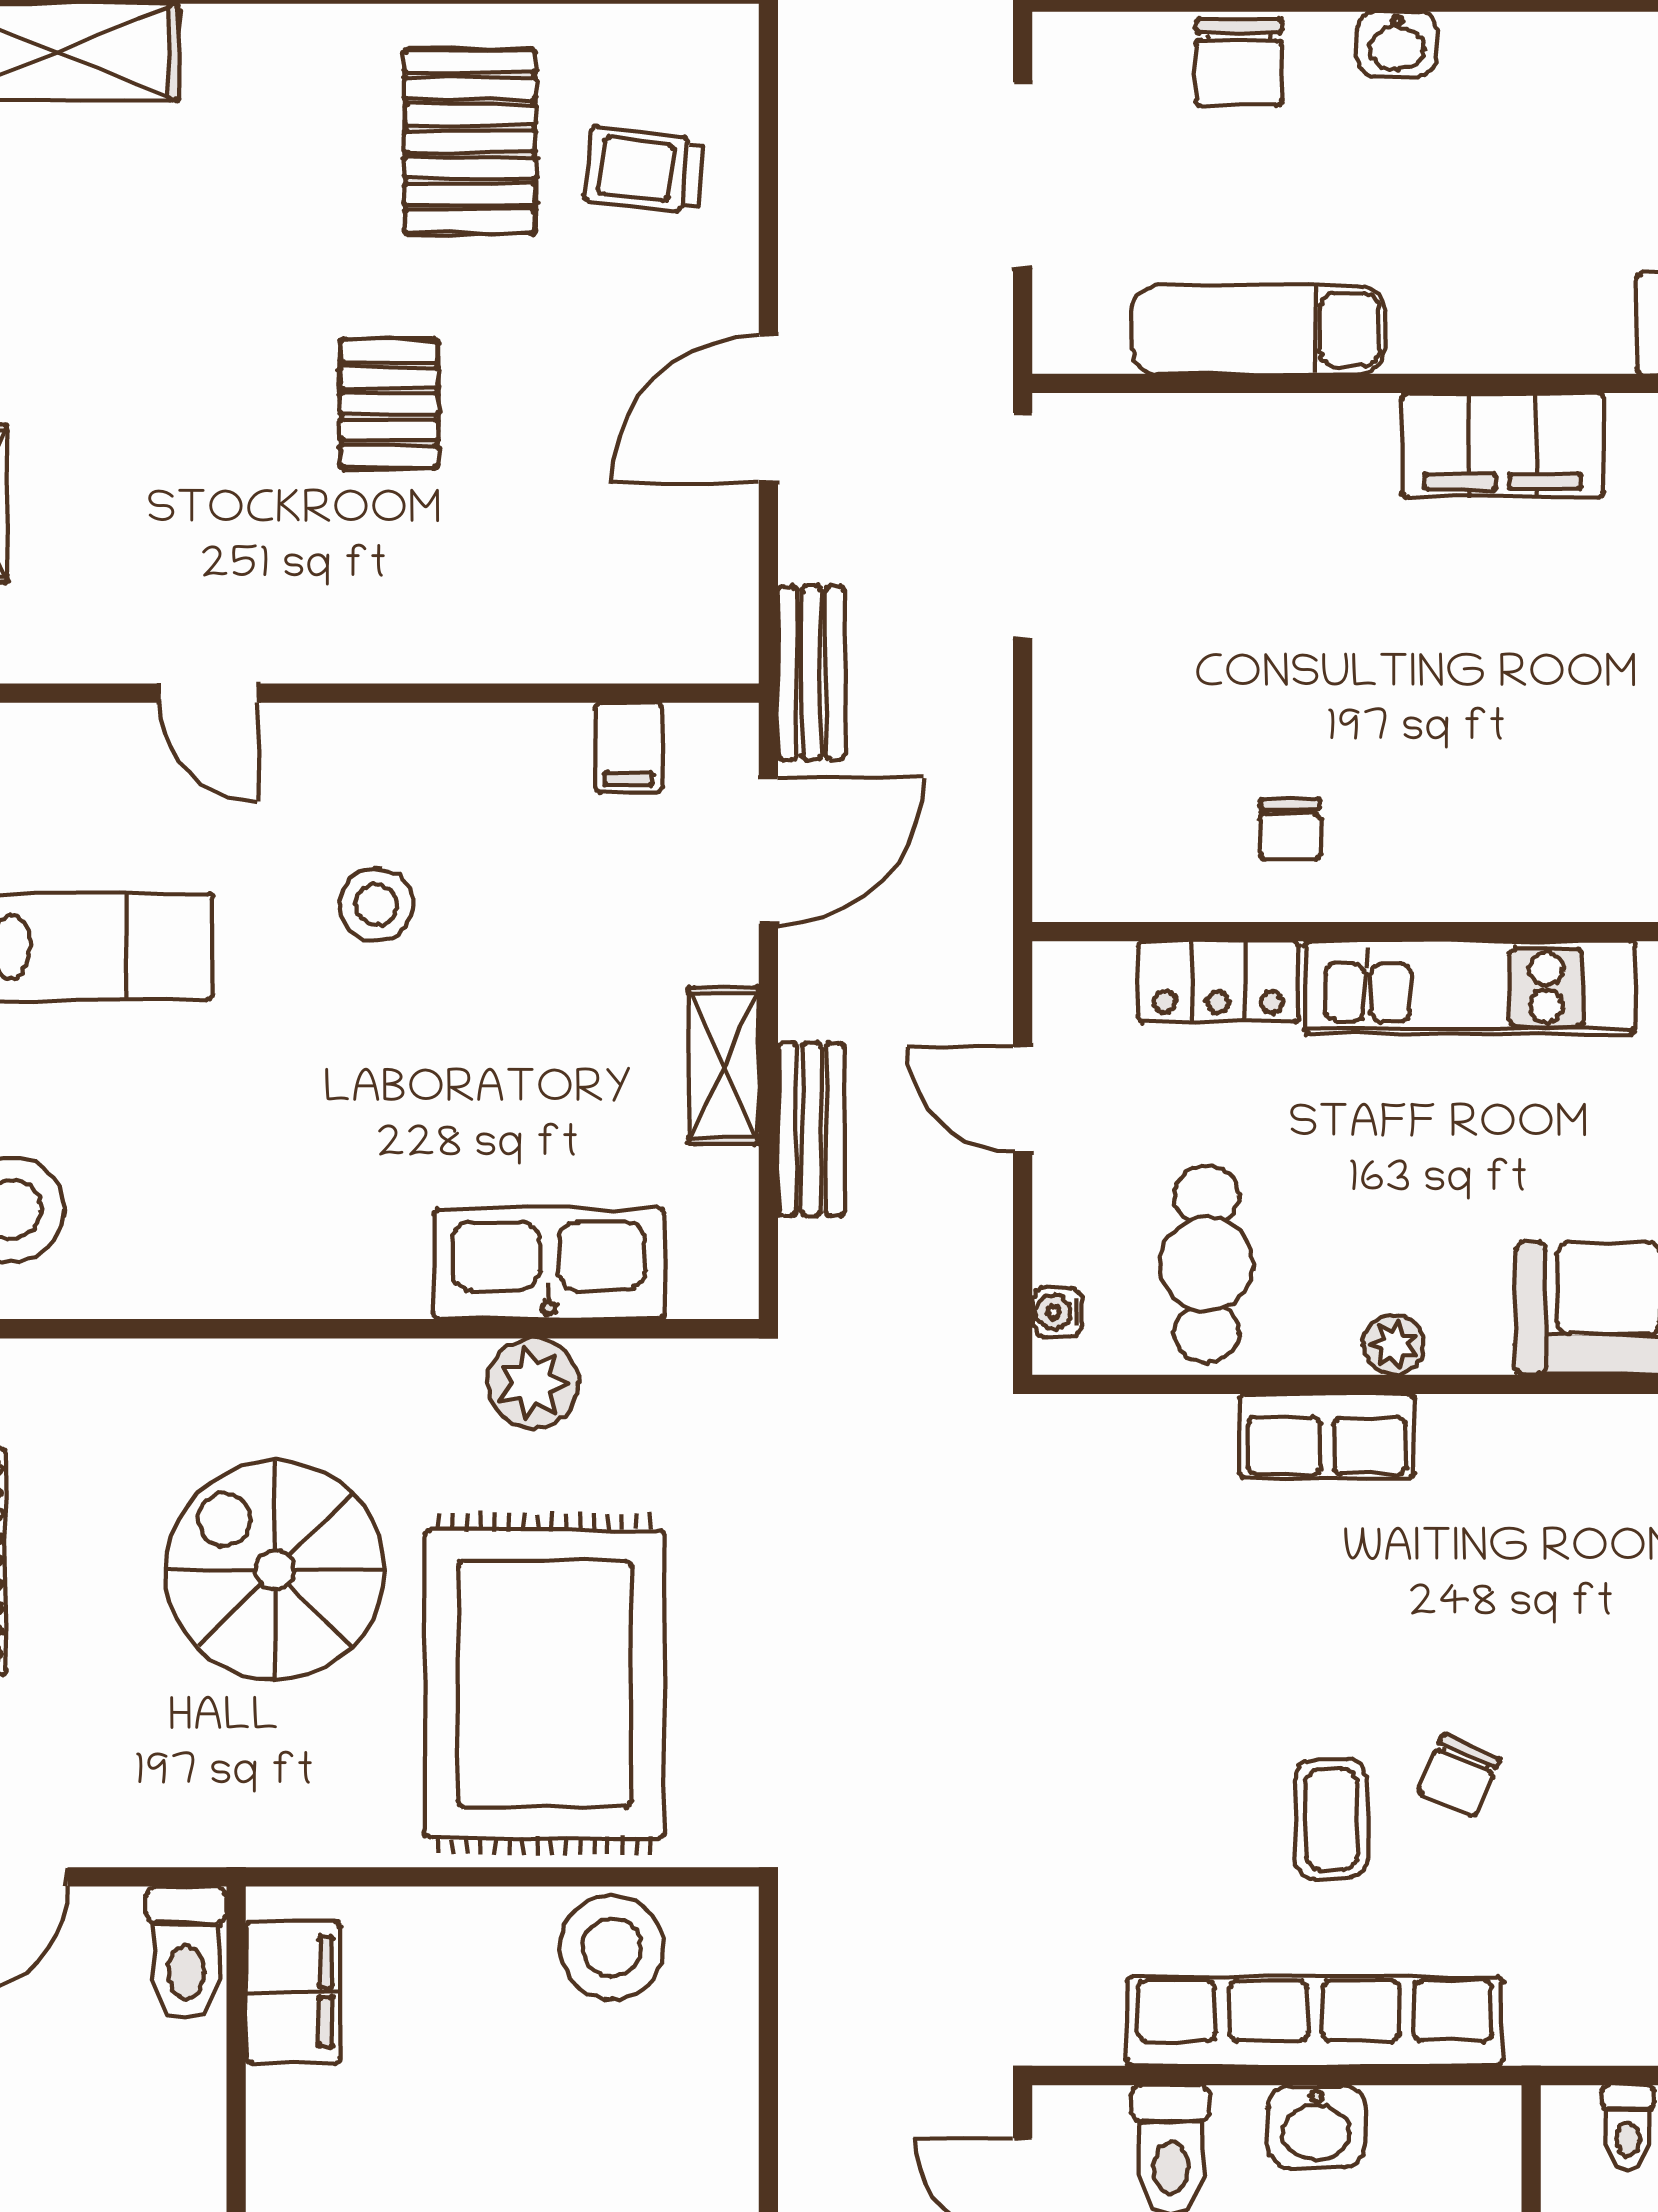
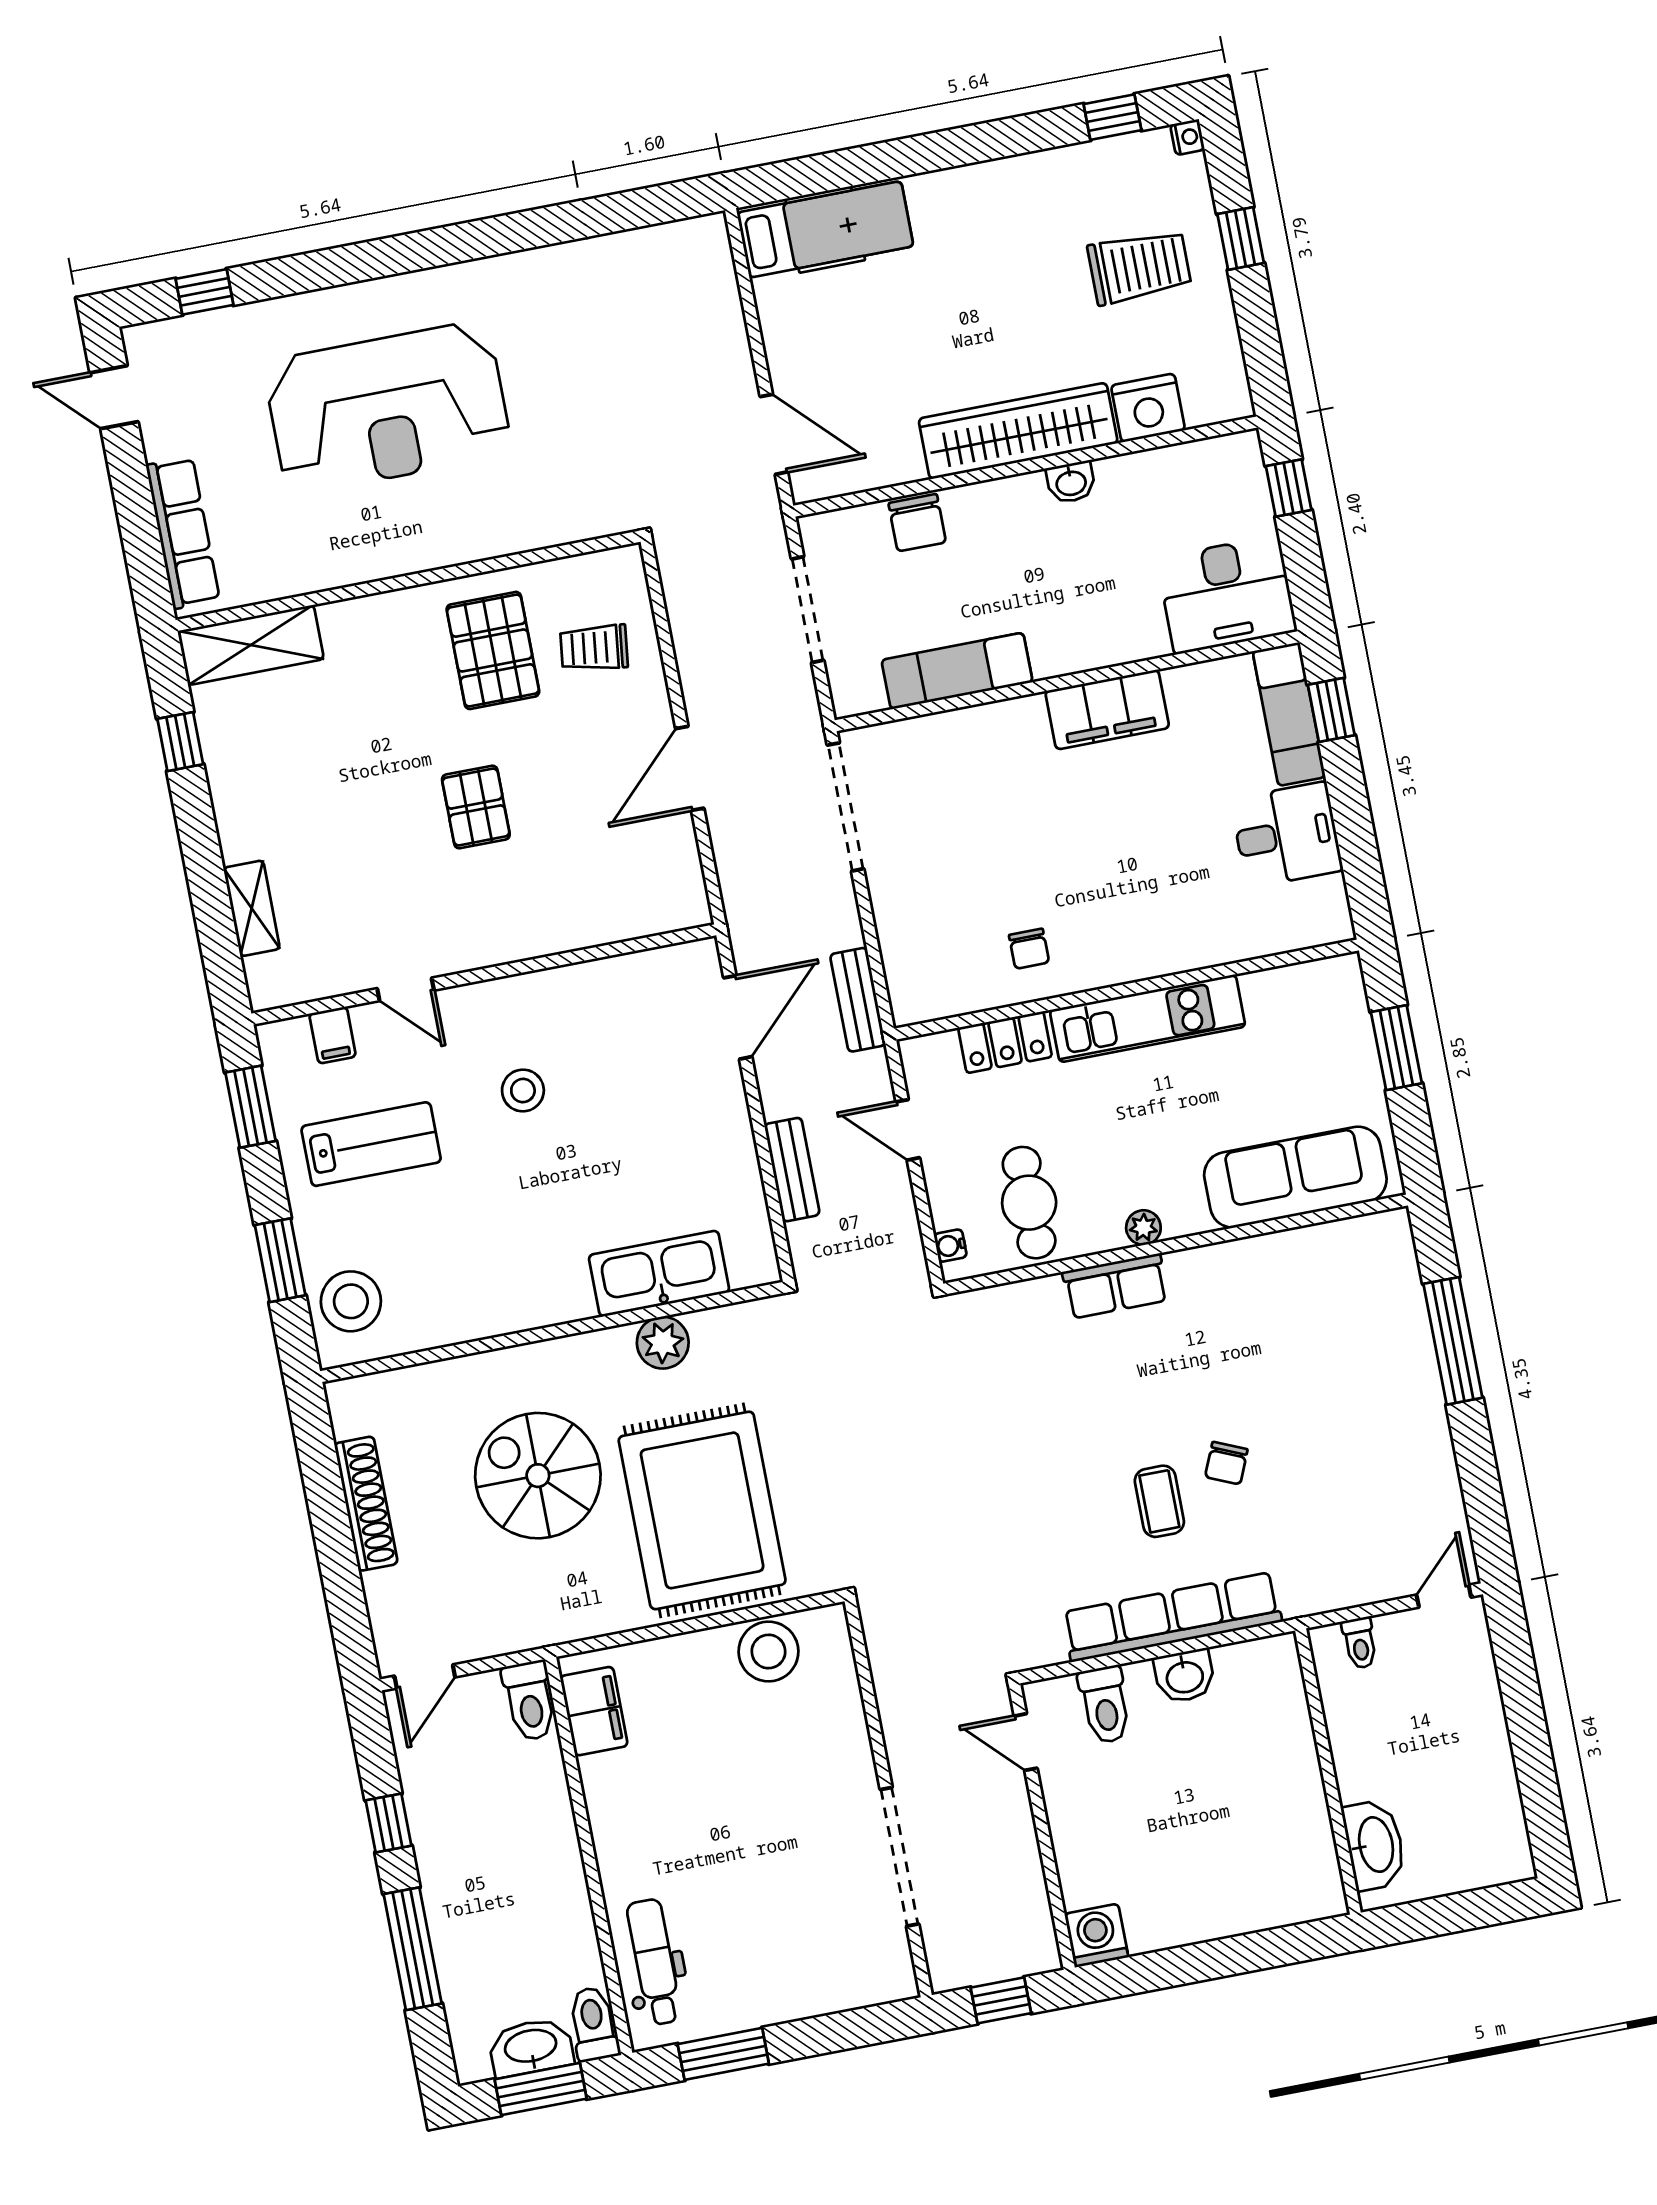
washbasin: (1397, 44) -> (1071, 482), moved
bench: (811, 673) -> (858, 1000), moved
filing cabinet: (629, 747) -> (333, 1035), moved
shelving: (724, 1066) -> (736, 1143), removed

